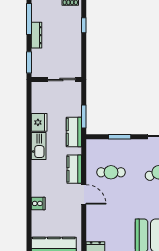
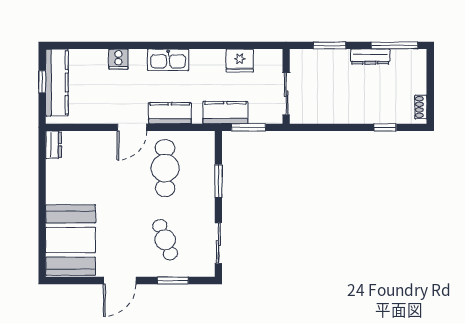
wall: (56, 80) -> (286, 86), moved
sliding door: (61, 80) -> (286, 94), moved
kitchen sink: (39, 146) -> (168, 60), moved
cafe table: (111, 172) -> (165, 168), width x1.37, depth x1.35

